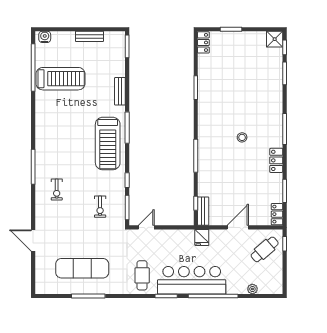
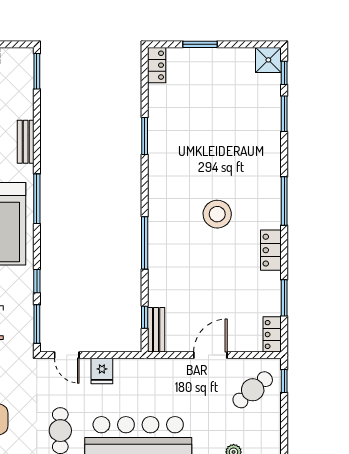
stool: (242, 137) -> (217, 214), width x1.89, depth x1.89
door: (146, 227) -> (67, 355), swing flipped
fridge: (202, 237) -> (102, 371), moved

